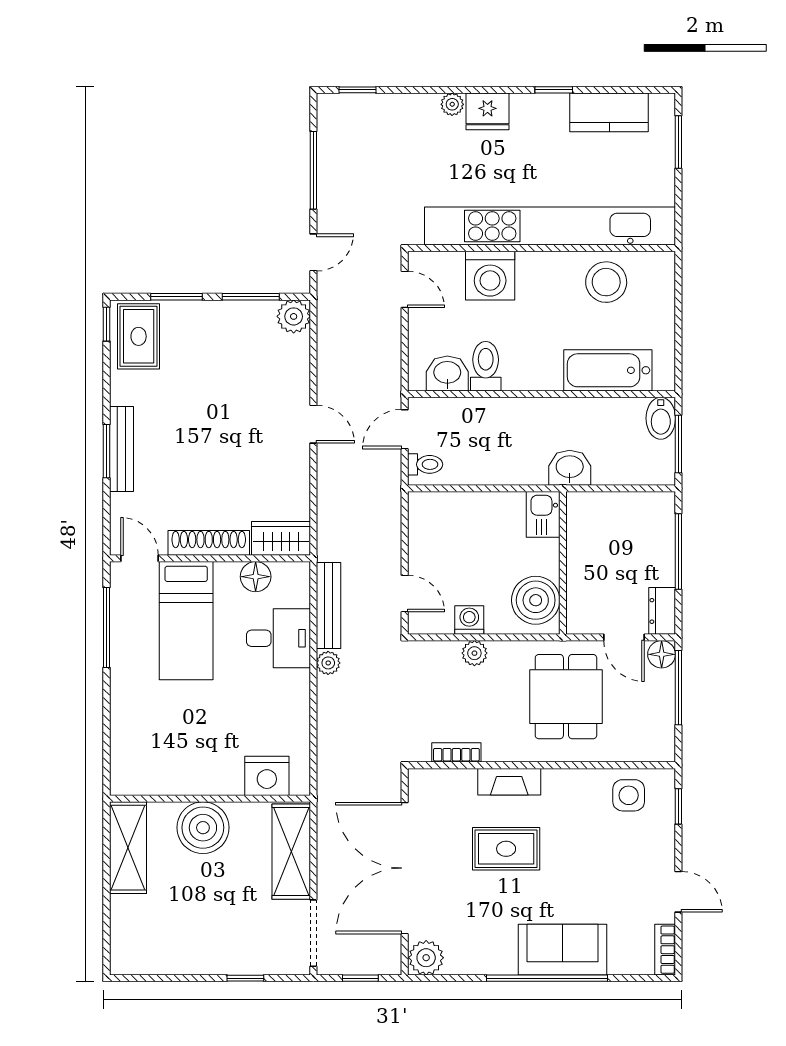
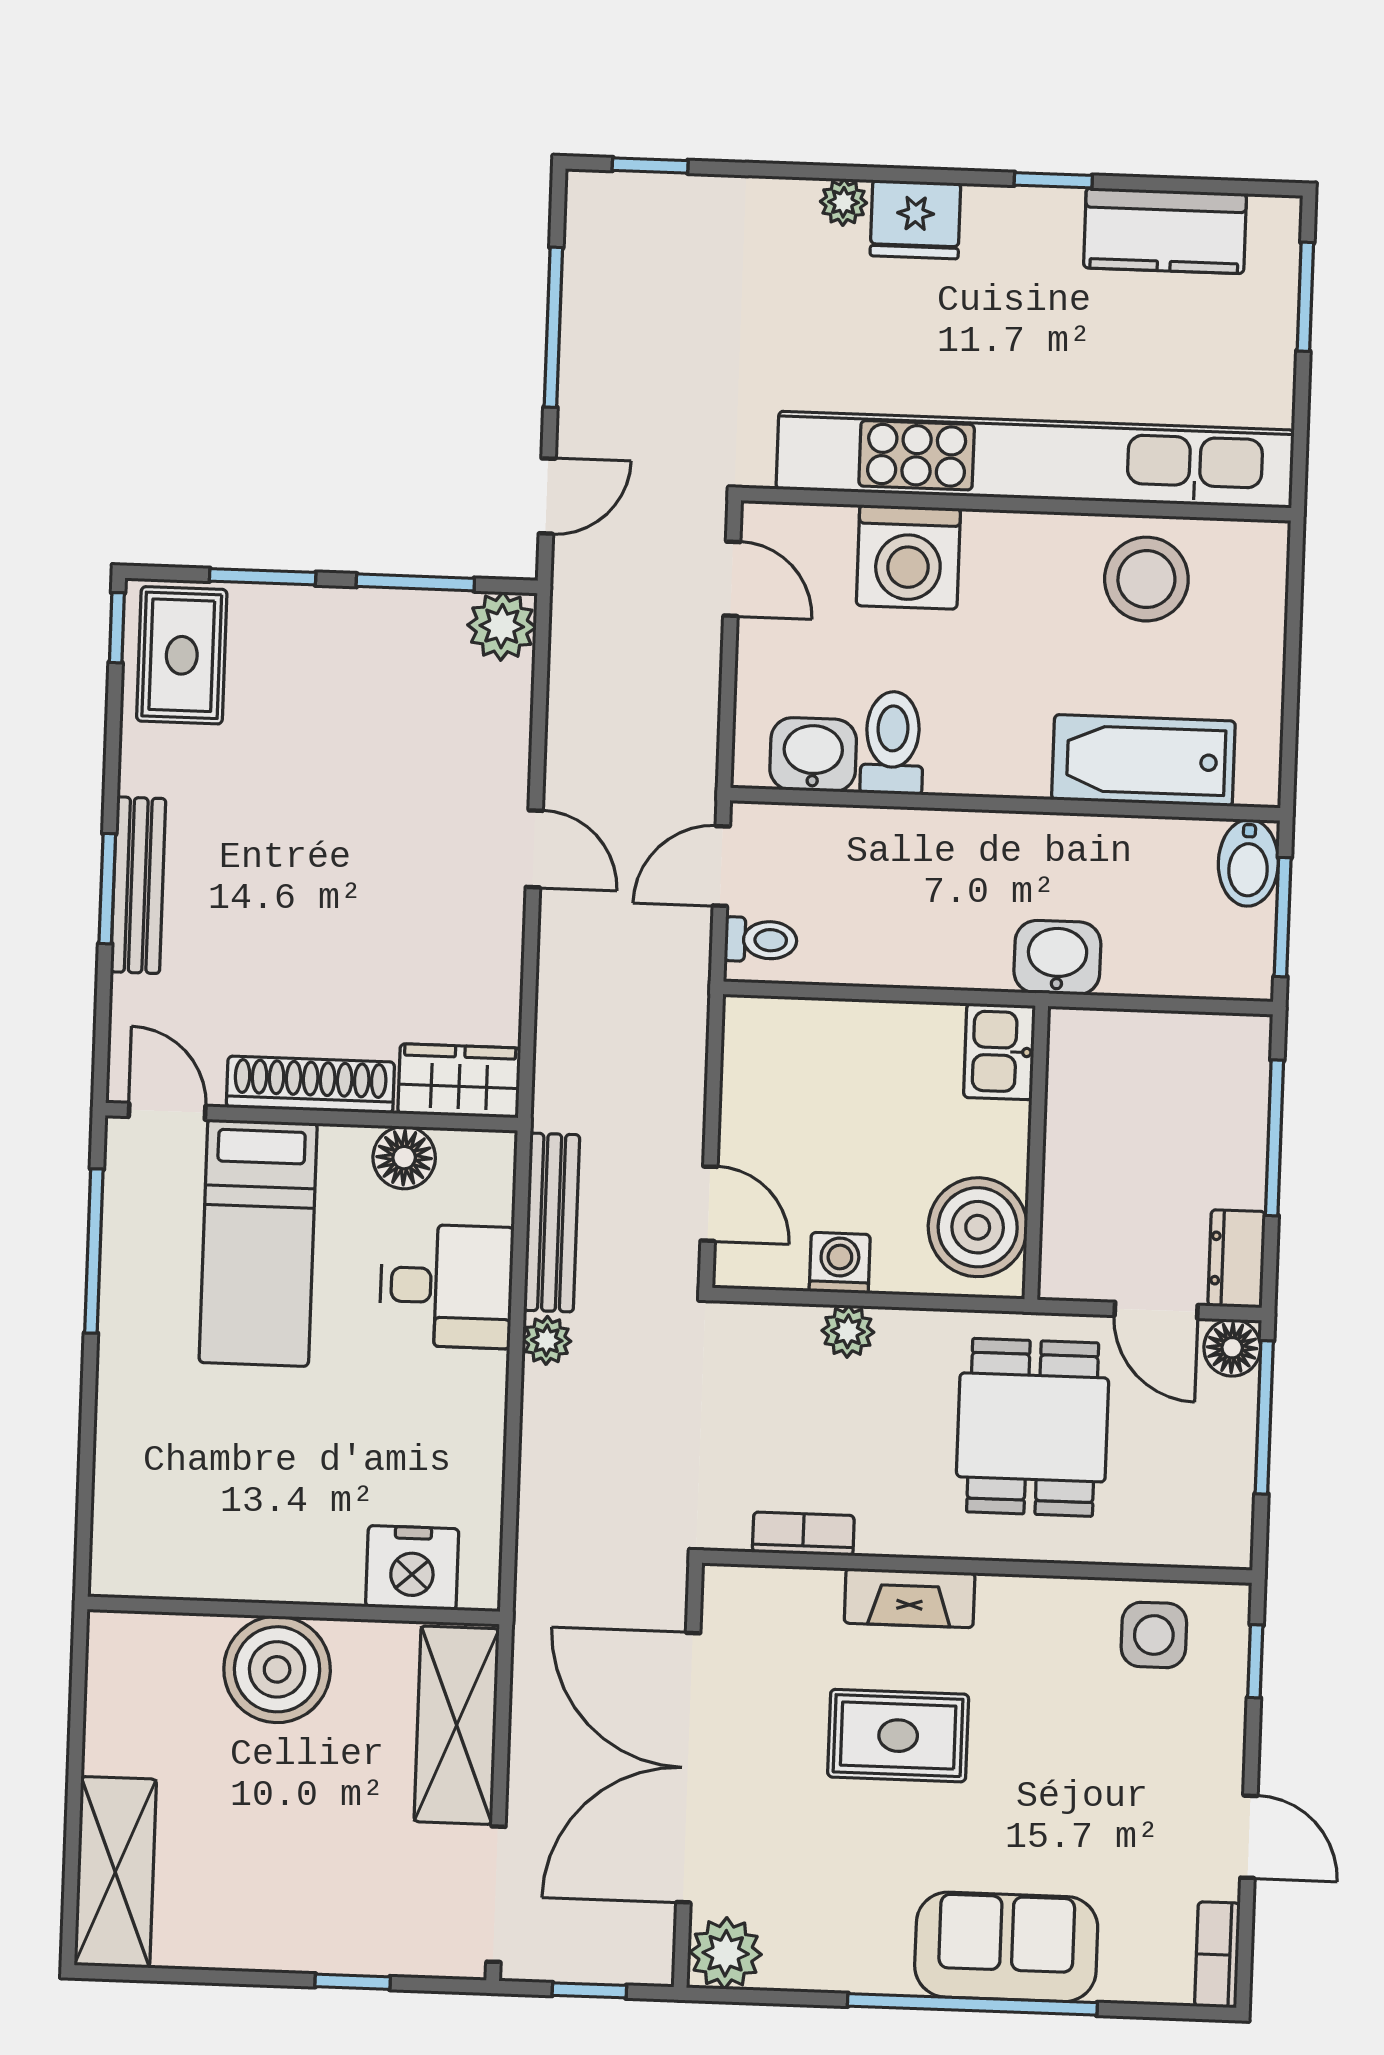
shelving: (128, 848) -> (115, 1872), moved

